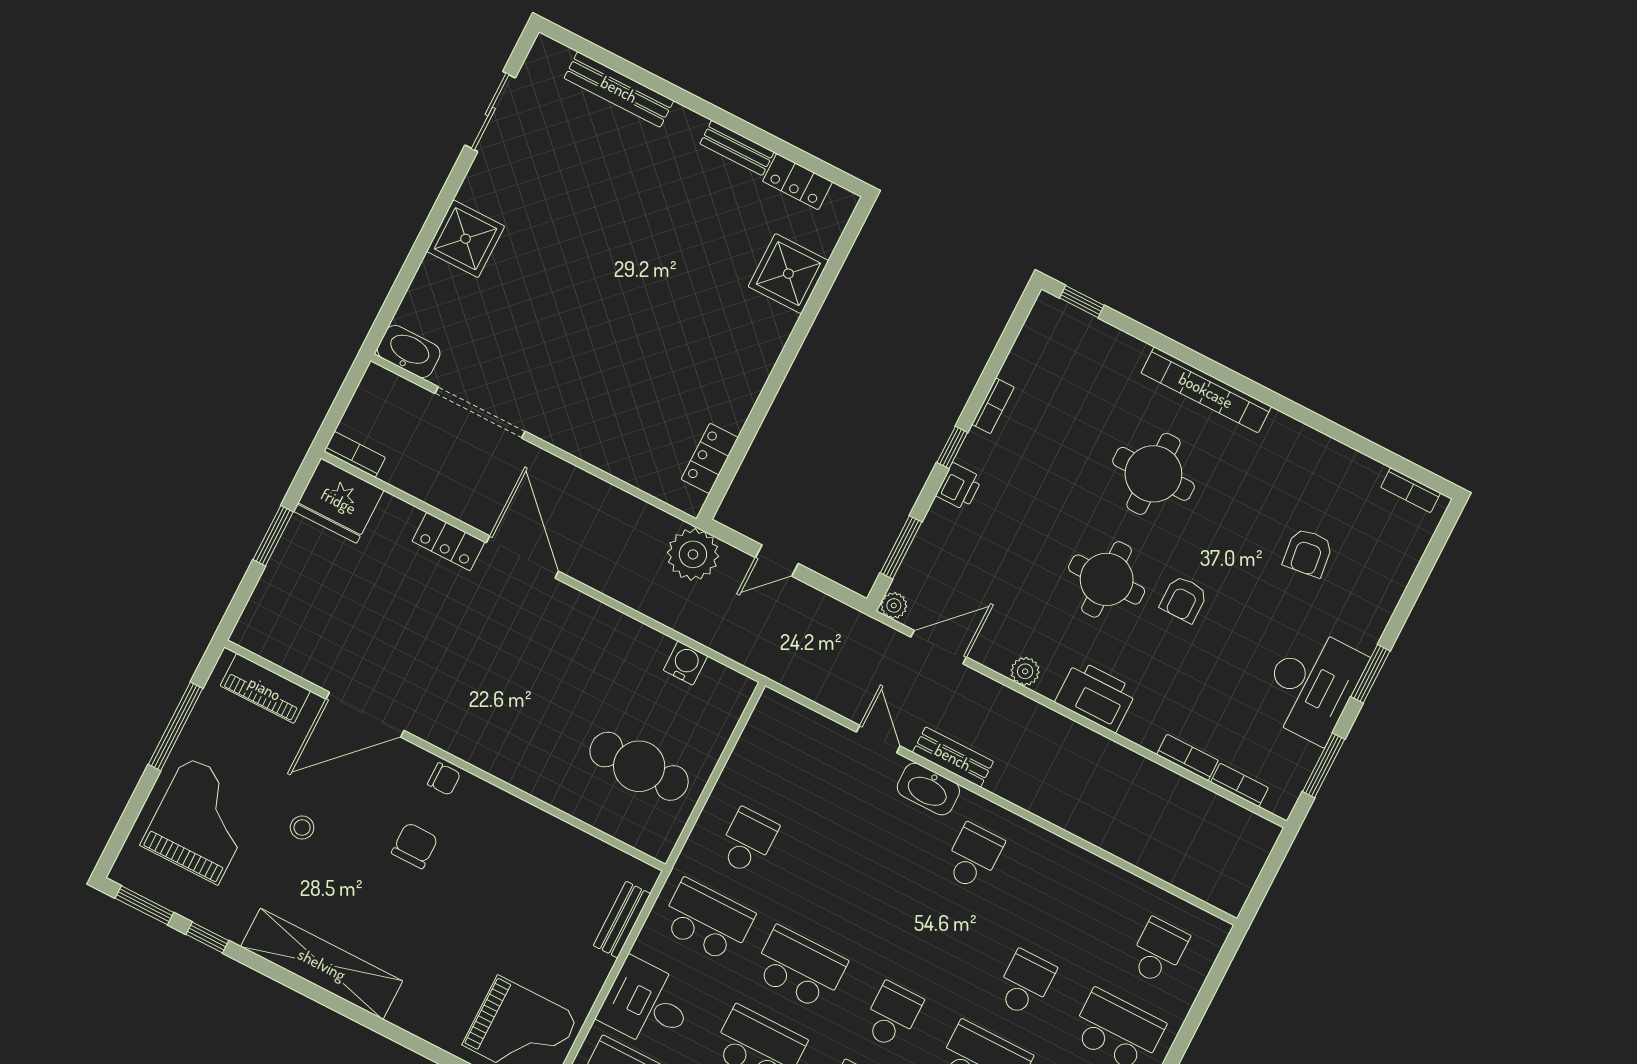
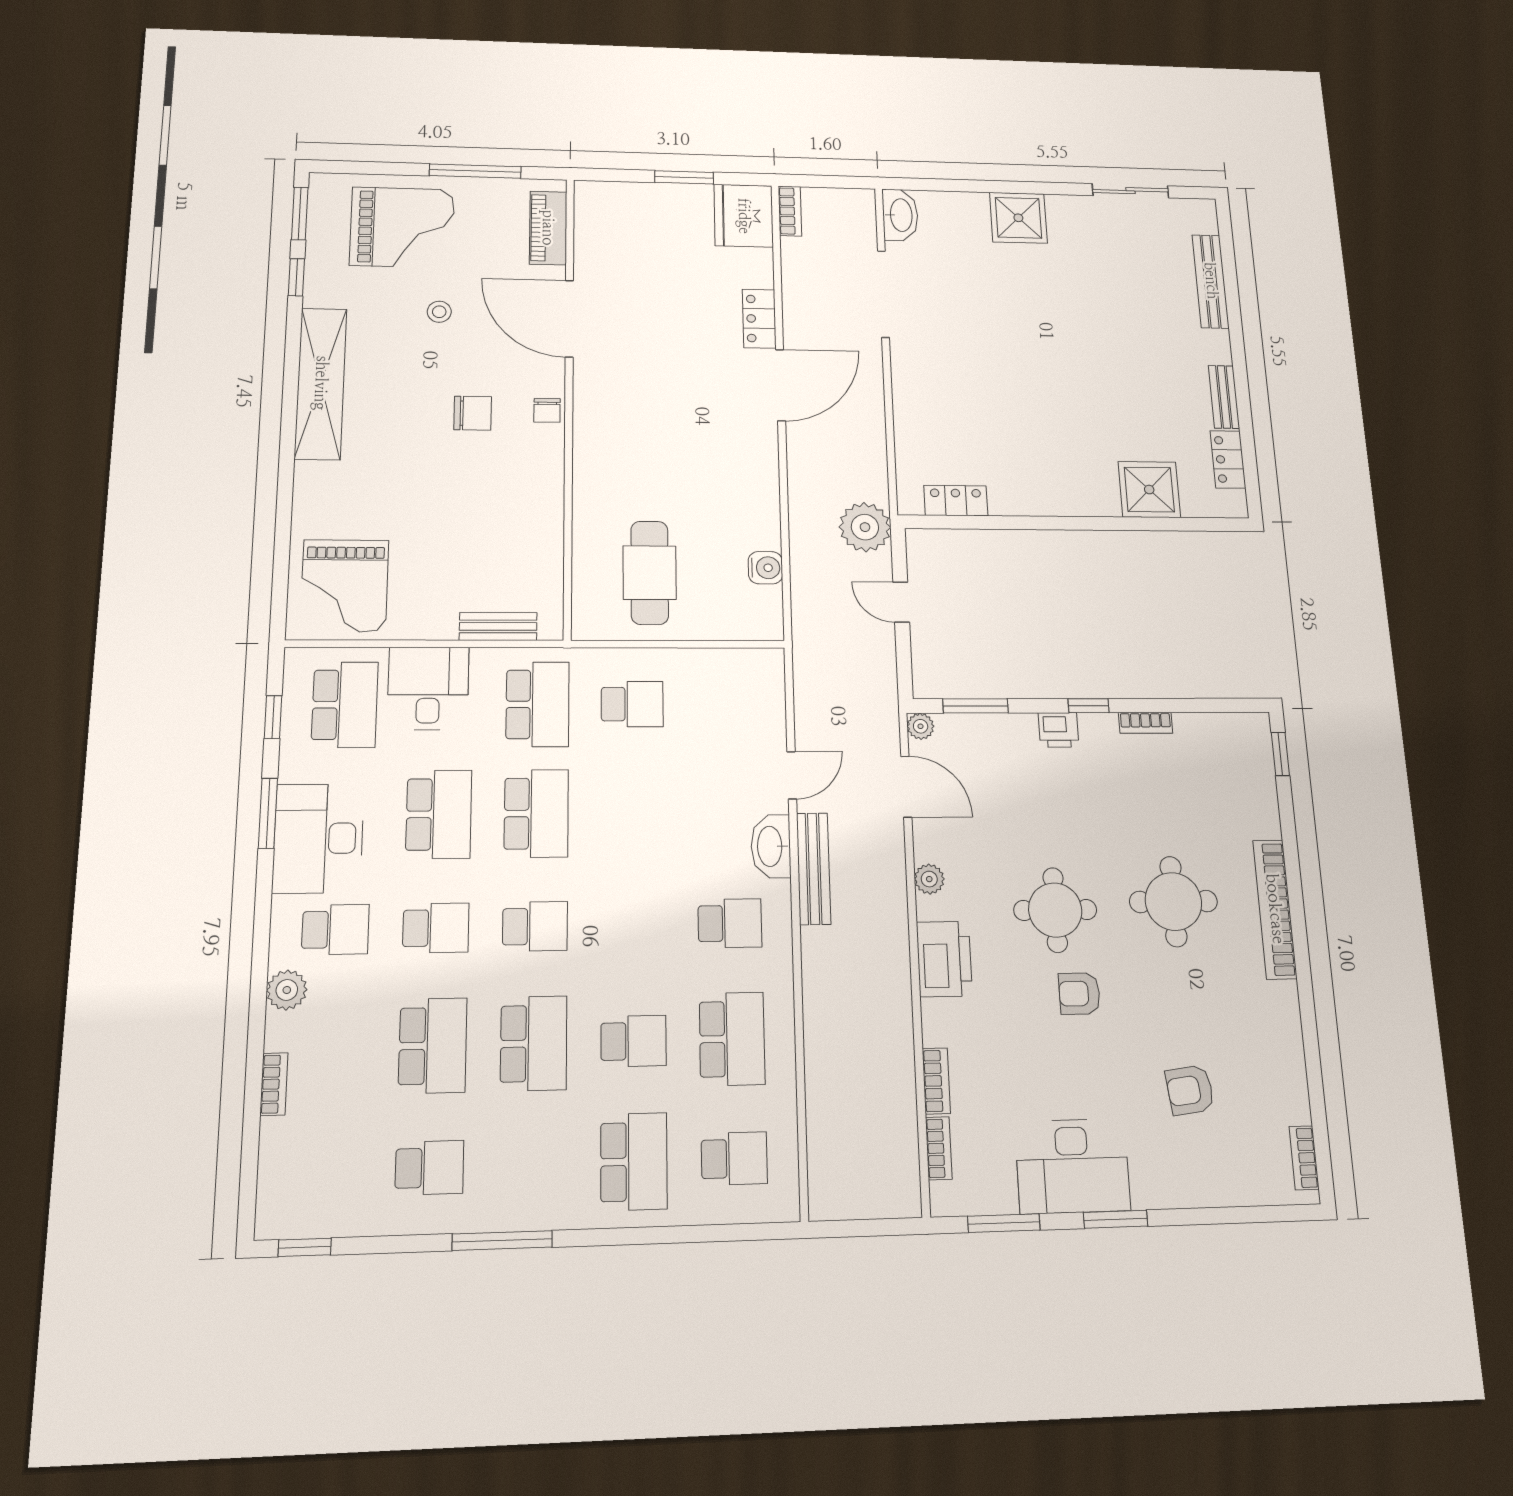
bench: (953, 757) -> (814, 869), width x1.36
school desk: (1066, 904) -> (732, 1039), added

